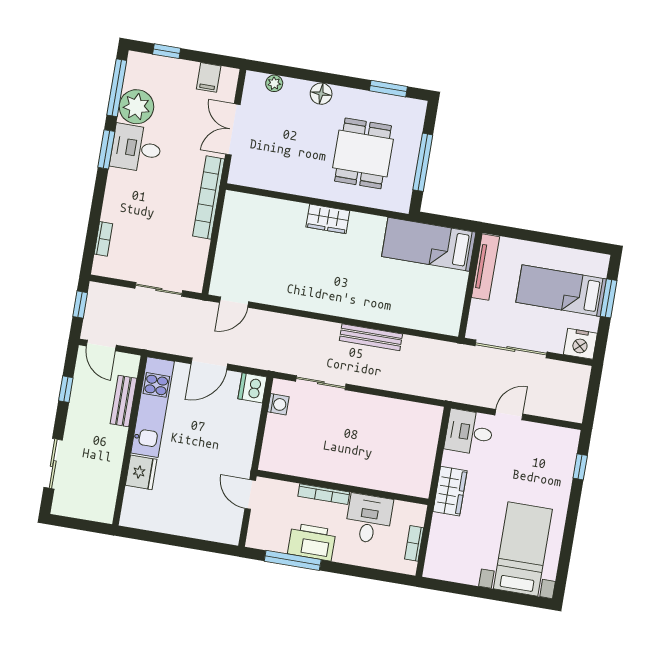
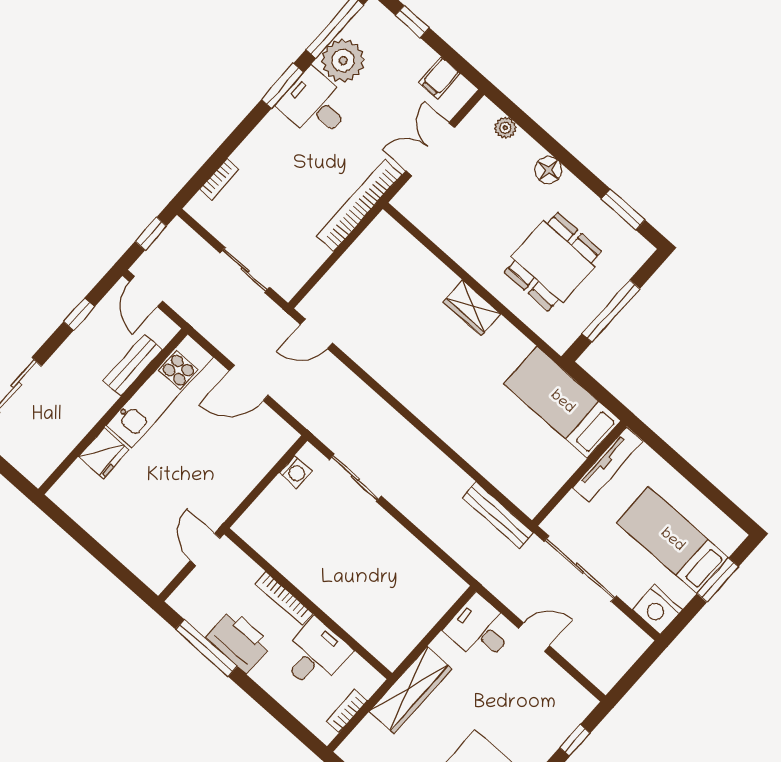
bench: (371, 337) -> (498, 515), moved
dishwasher: (252, 388) -> (279, 437), removed
wardrobe: (450, 491) -> (411, 690), width x1.50

